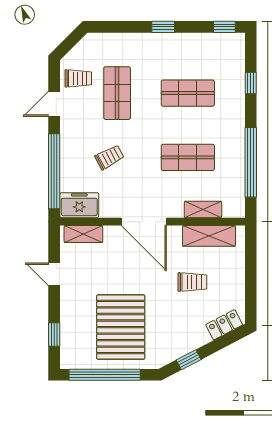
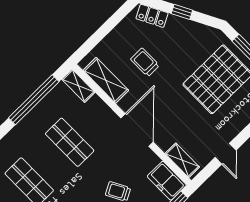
shelving: (203, 209) -> (78, 86), moved
window: (189, 360) -> (182, 12), moved

